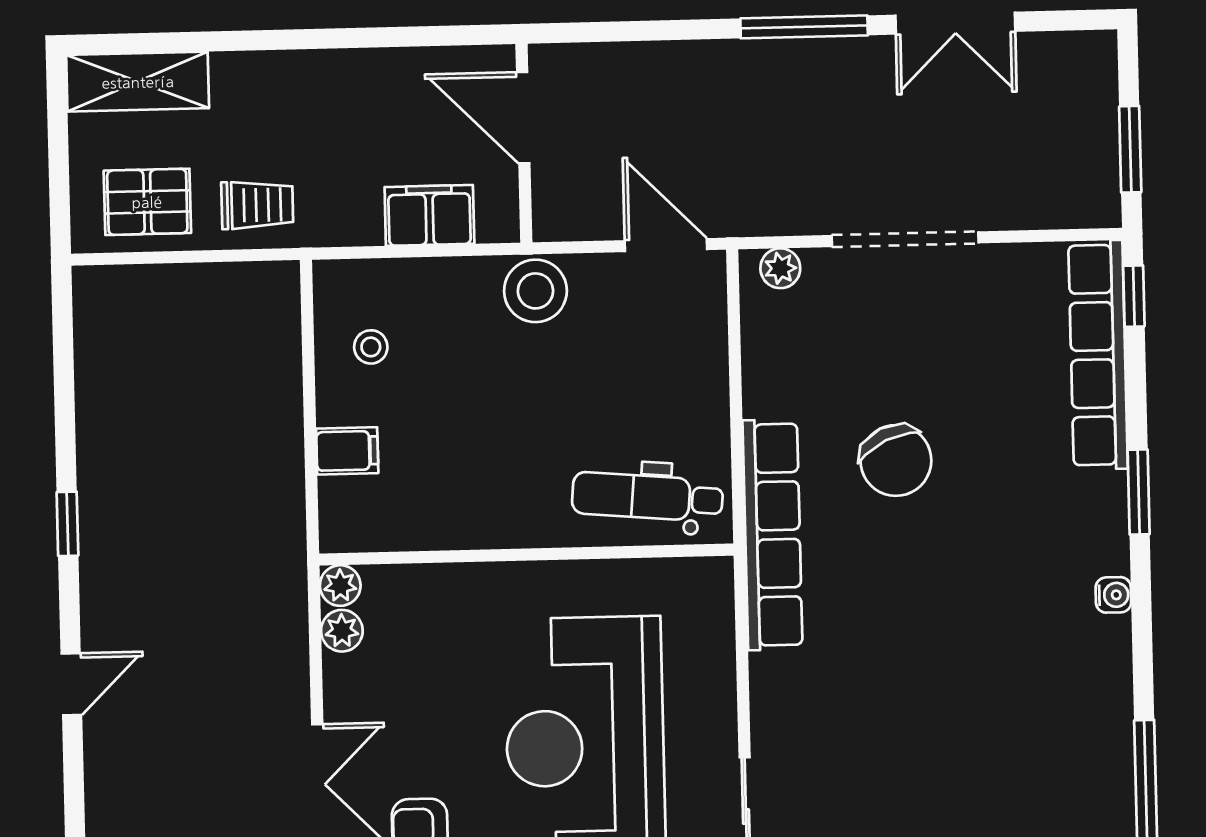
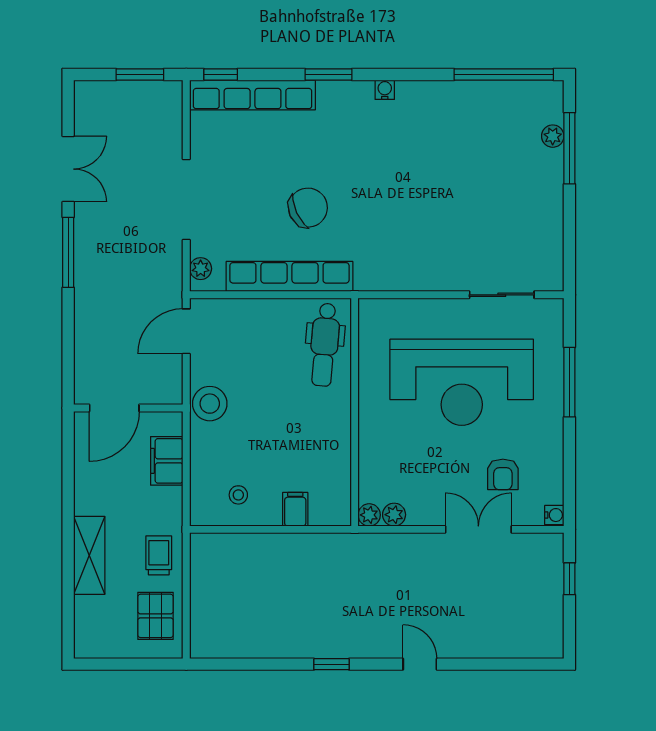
shelving: (138, 82) -> (89, 555), moved
row of seats: (772, 535) -> (289, 276), moved

